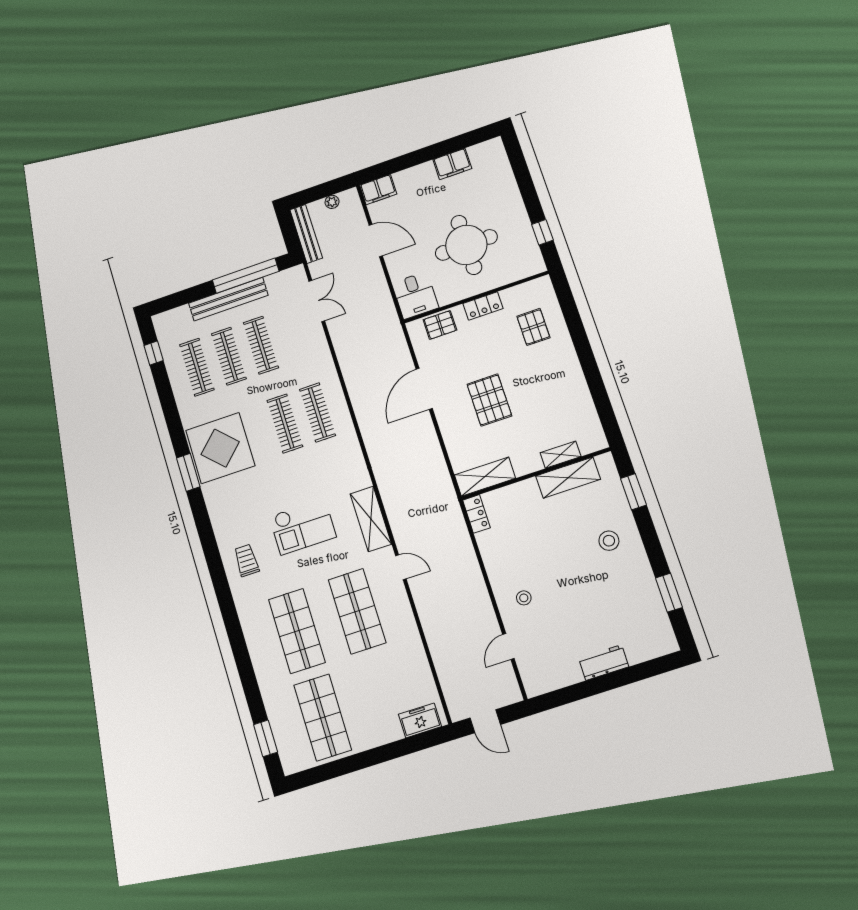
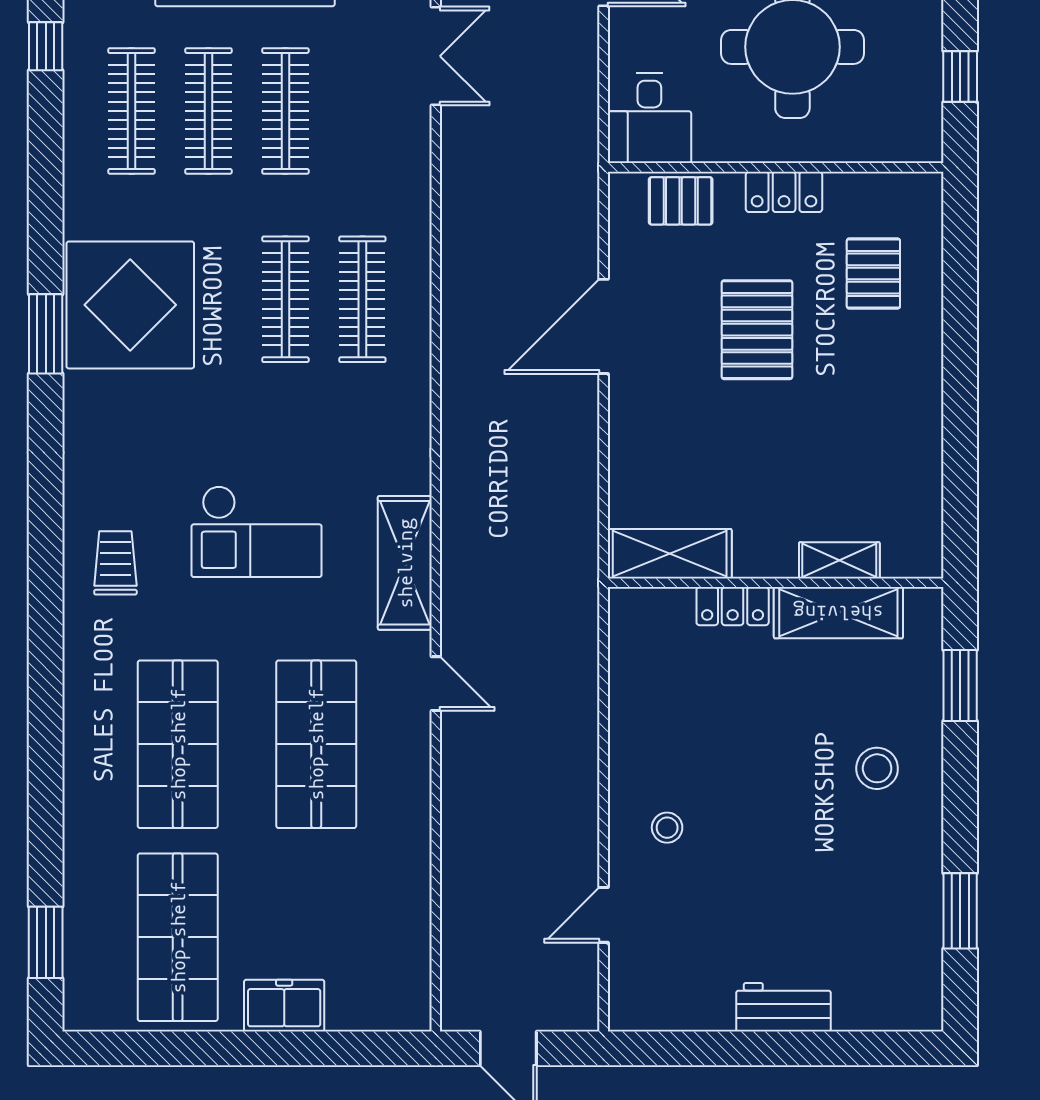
pallet: (489, 400) -> (757, 330), moved
locker: (476, 514) -> (733, 606), moved, turned 90
freezer: (420, 720) -> (284, 1006), moved

